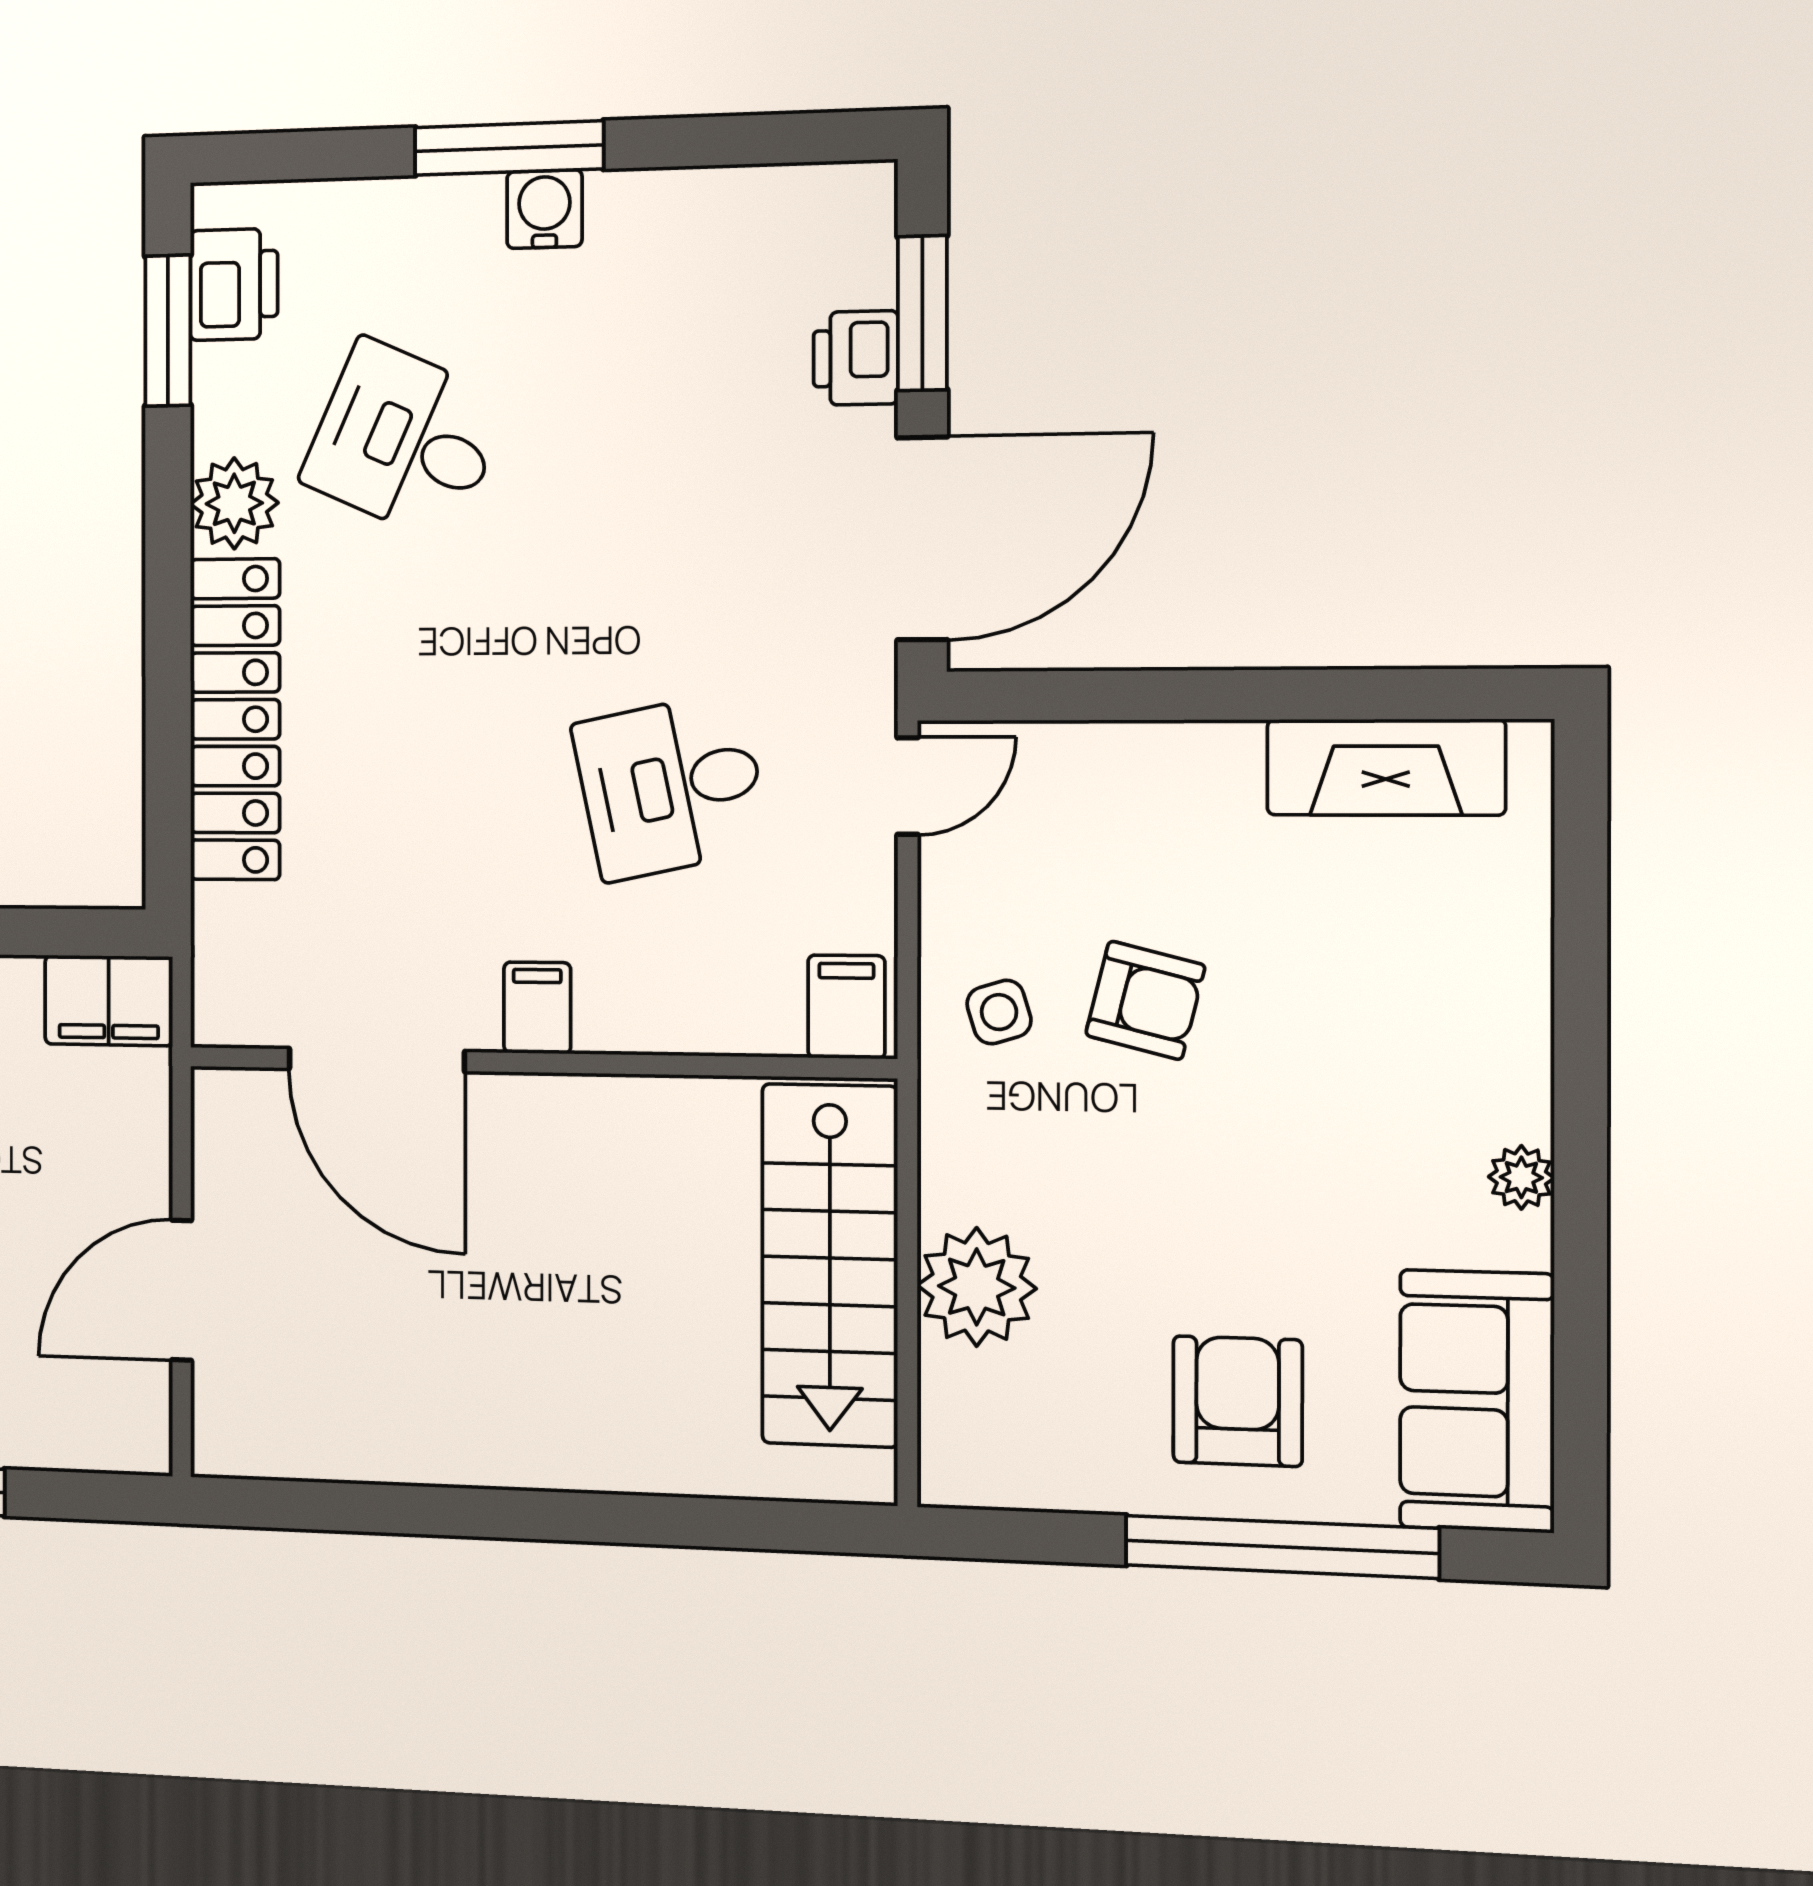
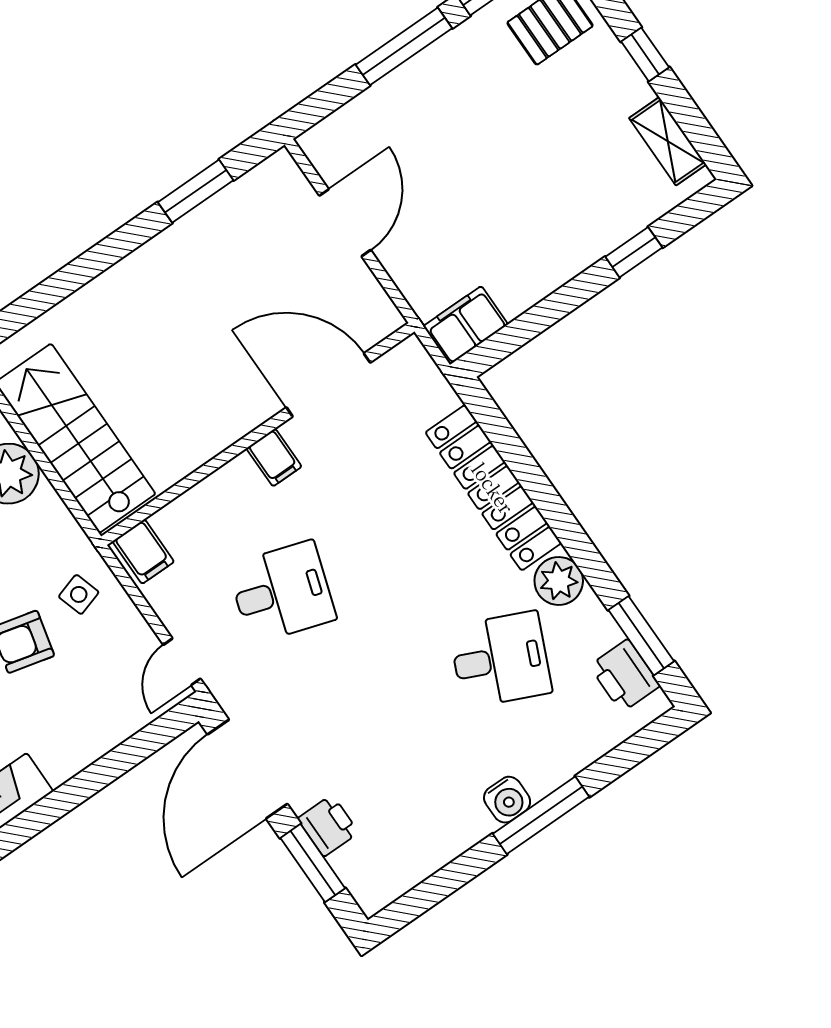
desk: (671, 786) -> (282, 592), turned 30
window: (373, 1508) -> (196, 191), added

